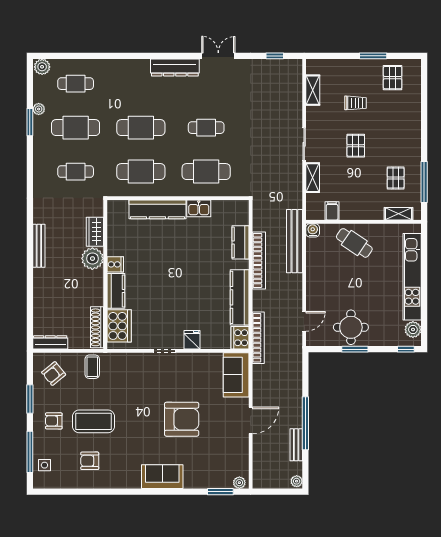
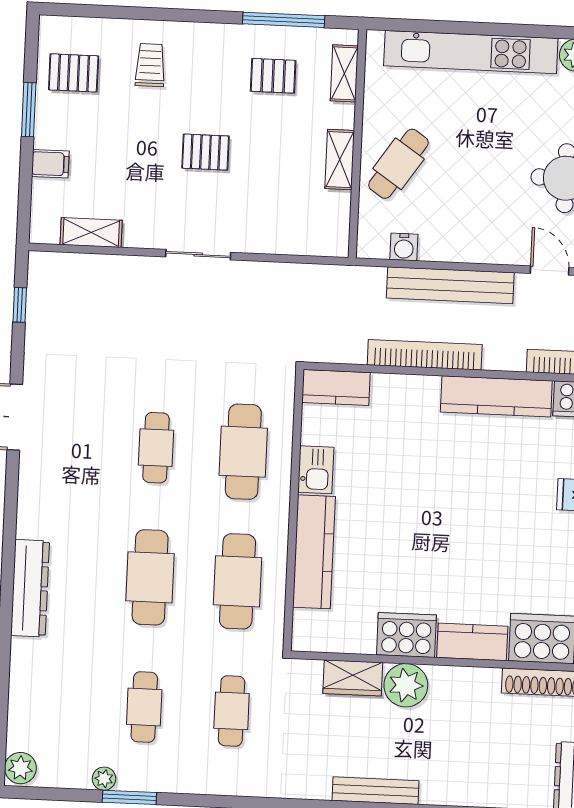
dresser: (175, 68) -> (30, 588), moved
cafe table: (76, 84) -> (57, 703), removed
trolley: (356, 103) -> (150, 65), moved
cafe table: (76, 128) -> (144, 707), width x0.73, depth x0.74
shelving: (313, 178) -> (340, 160), moved, turned 90
filing cabinet: (332, 211) -> (50, 164), moved, turned 180
water cooler: (313, 230) -> (404, 247), moved, turned -90
bench: (294, 241) -> (450, 285), moved
kitchen counter: (241, 242) -> (336, 387), moved
cooker: (115, 264) -> (406, 635), width x1.87, depth x1.31

